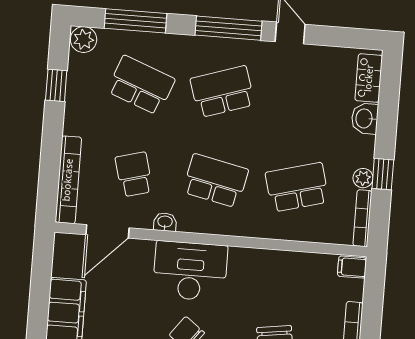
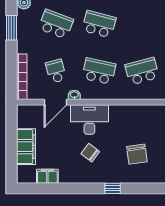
window: (56, 85) -> (11, 28), width x1.50
school desk: (222, 92) -> (99, 24), turned 33
door: (108, 231) -> (55, 102), moved

